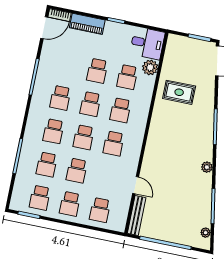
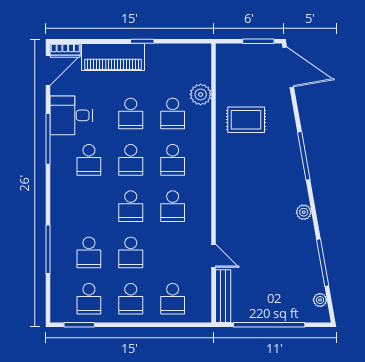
piano: (87, 24) -> (113, 57), width x1.37, depth x1.33
desk: (147, 43) -> (71, 115), moved, turned 180
school desk: (53, 131) -> (89, 206), removed

